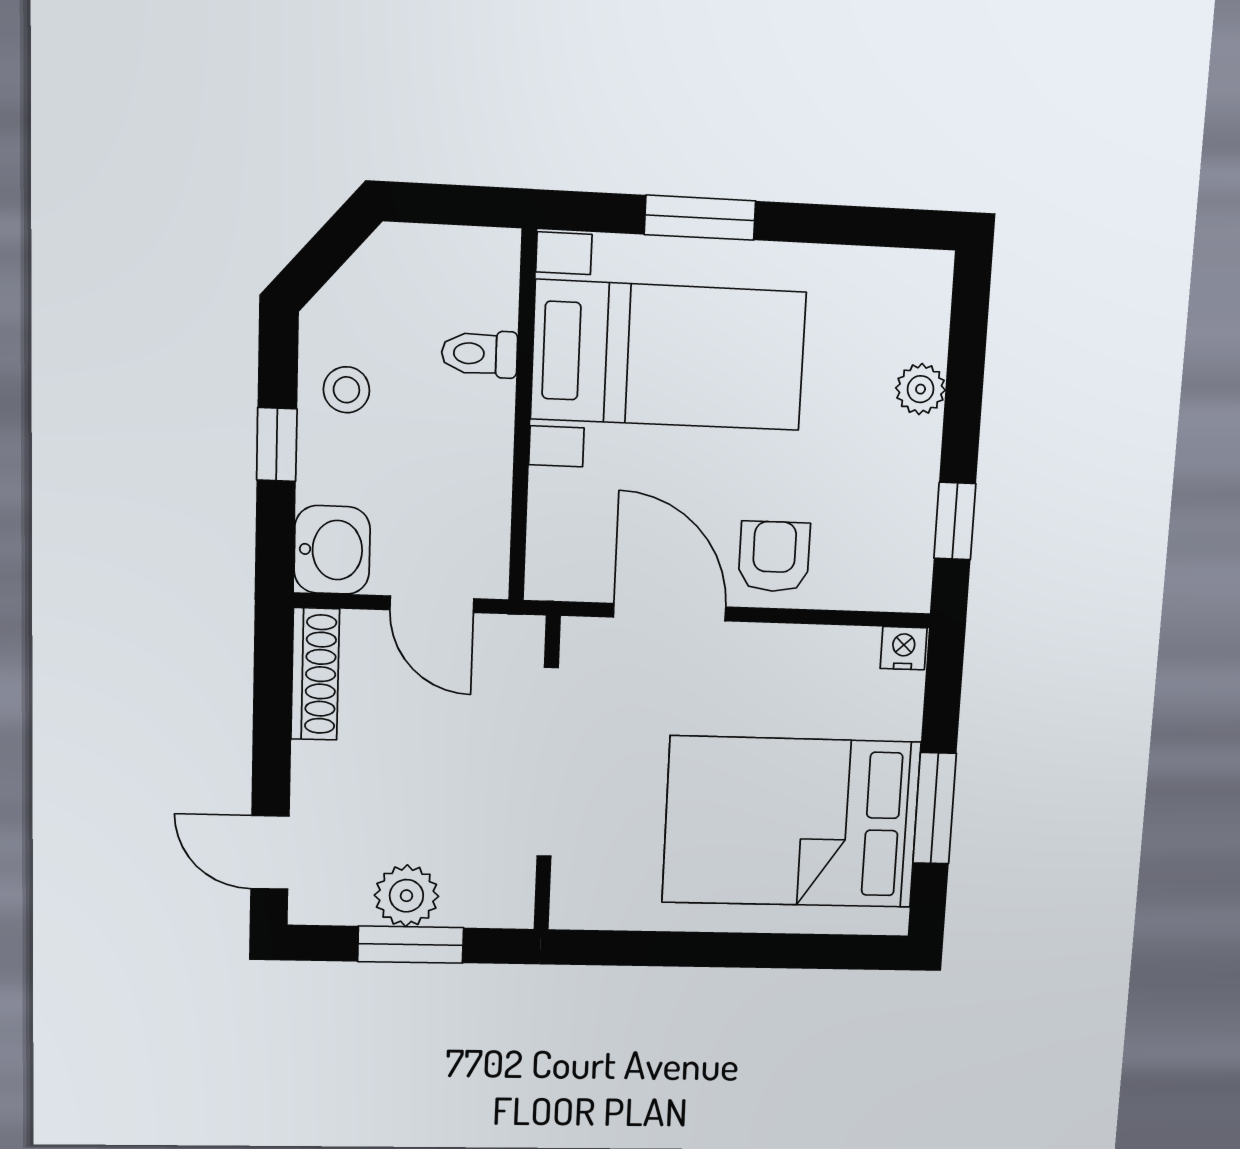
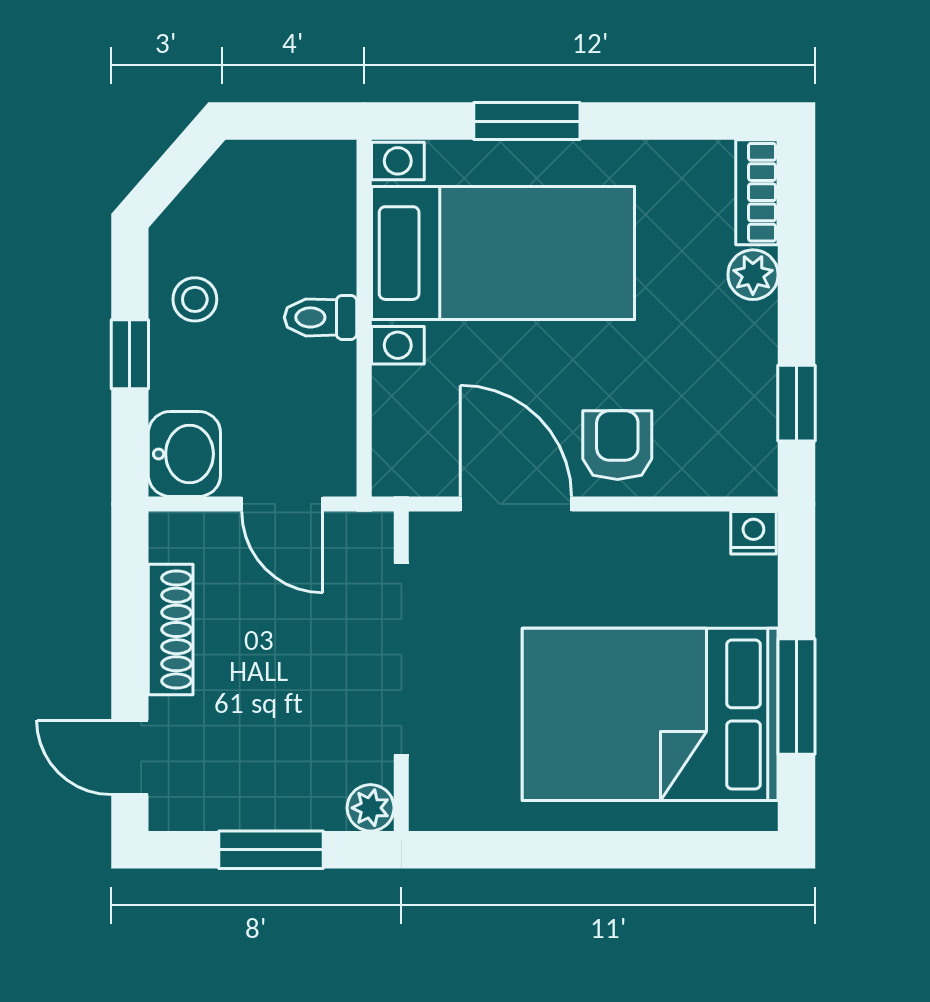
bookcase: (930, 304) -> (757, 192), added
toilet: (479, 354) -> (321, 317), moved
shoe rack: (315, 674) -> (171, 629), moved
plant: (406, 896) -> (371, 808), moved, width x0.73, depth x0.73

